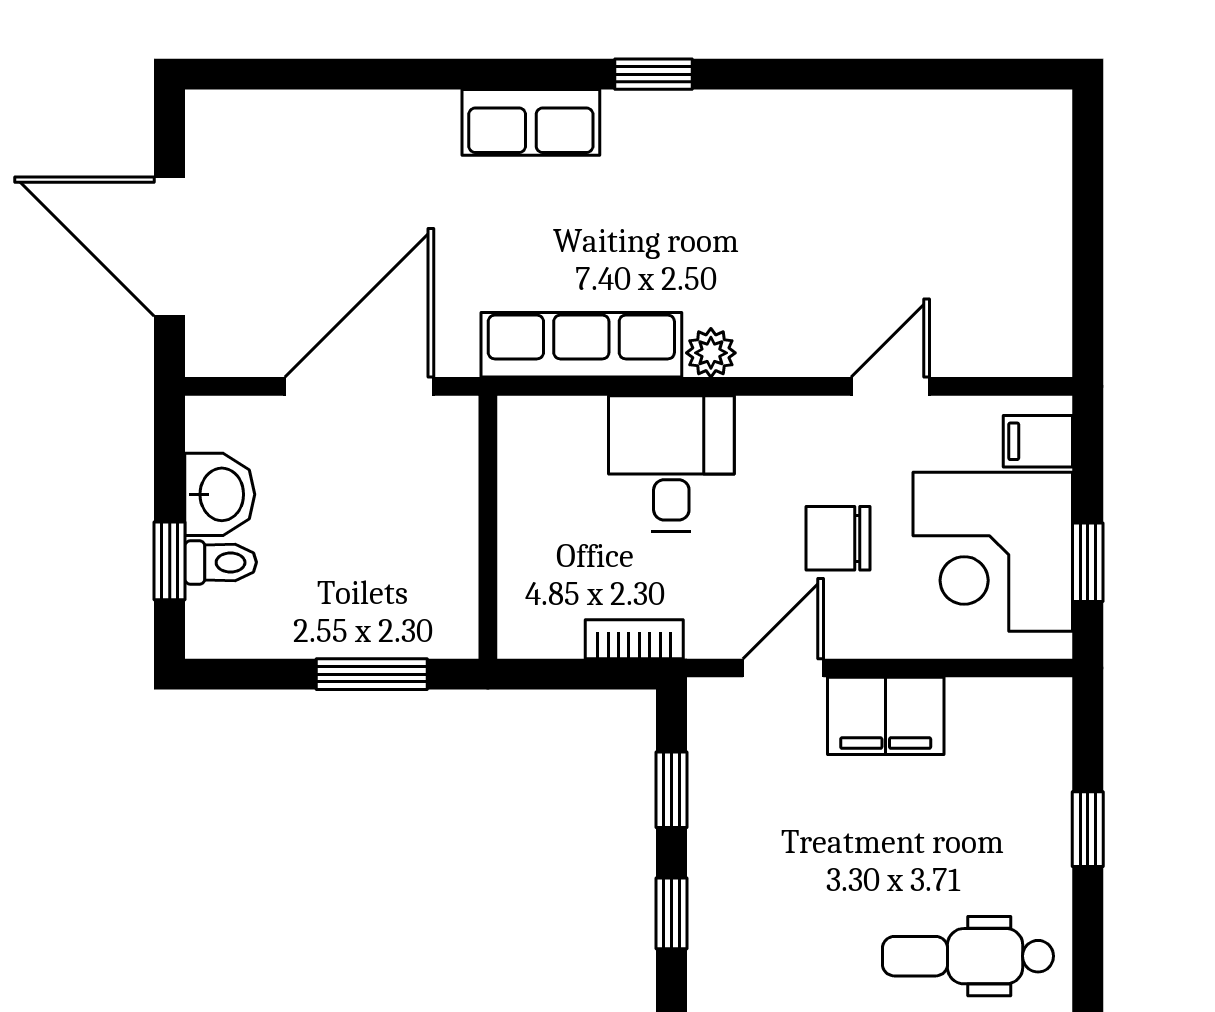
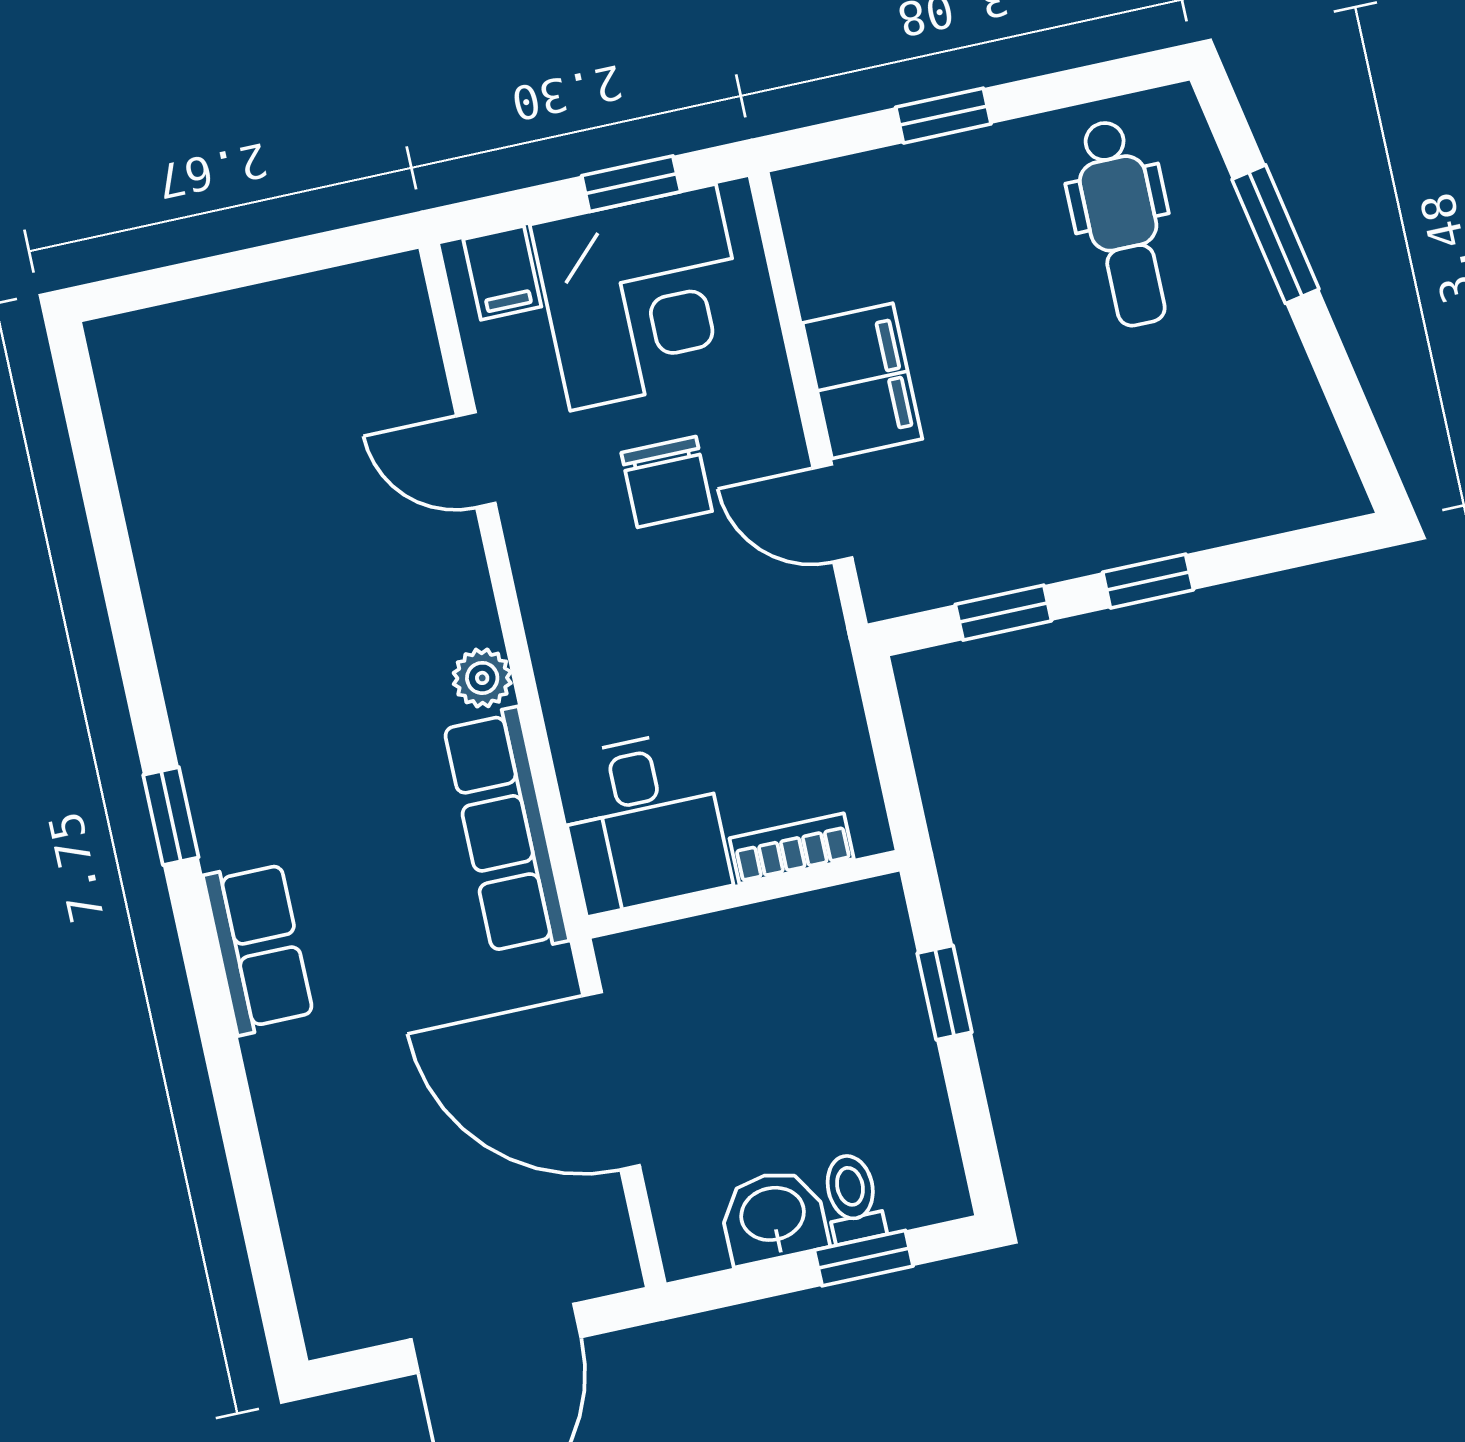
desk: (671, 463) -> (643, 822), moved, turned -90
bookcase: (634, 639) -> (792, 849), moved, turned 90
window: (372, 674) -> (945, 993), width x0.67

